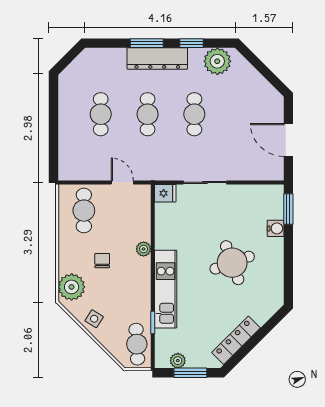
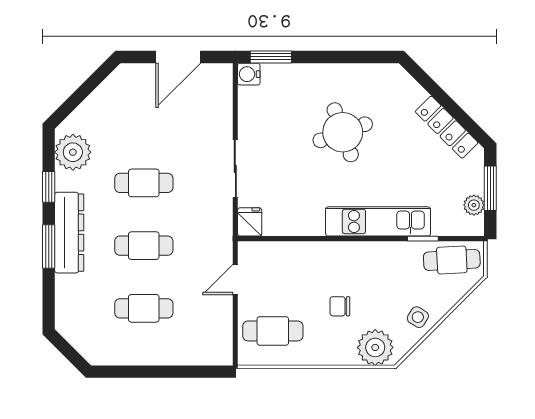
water cooler: (276, 228) -> (249, 74), moved, turned -90
plant: (144, 249) -> (324, 251), removed

